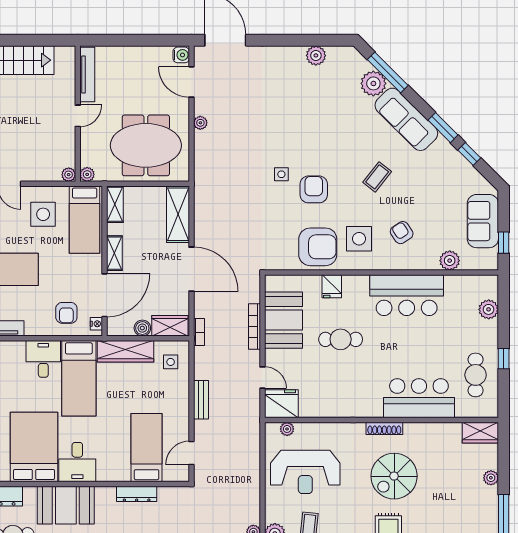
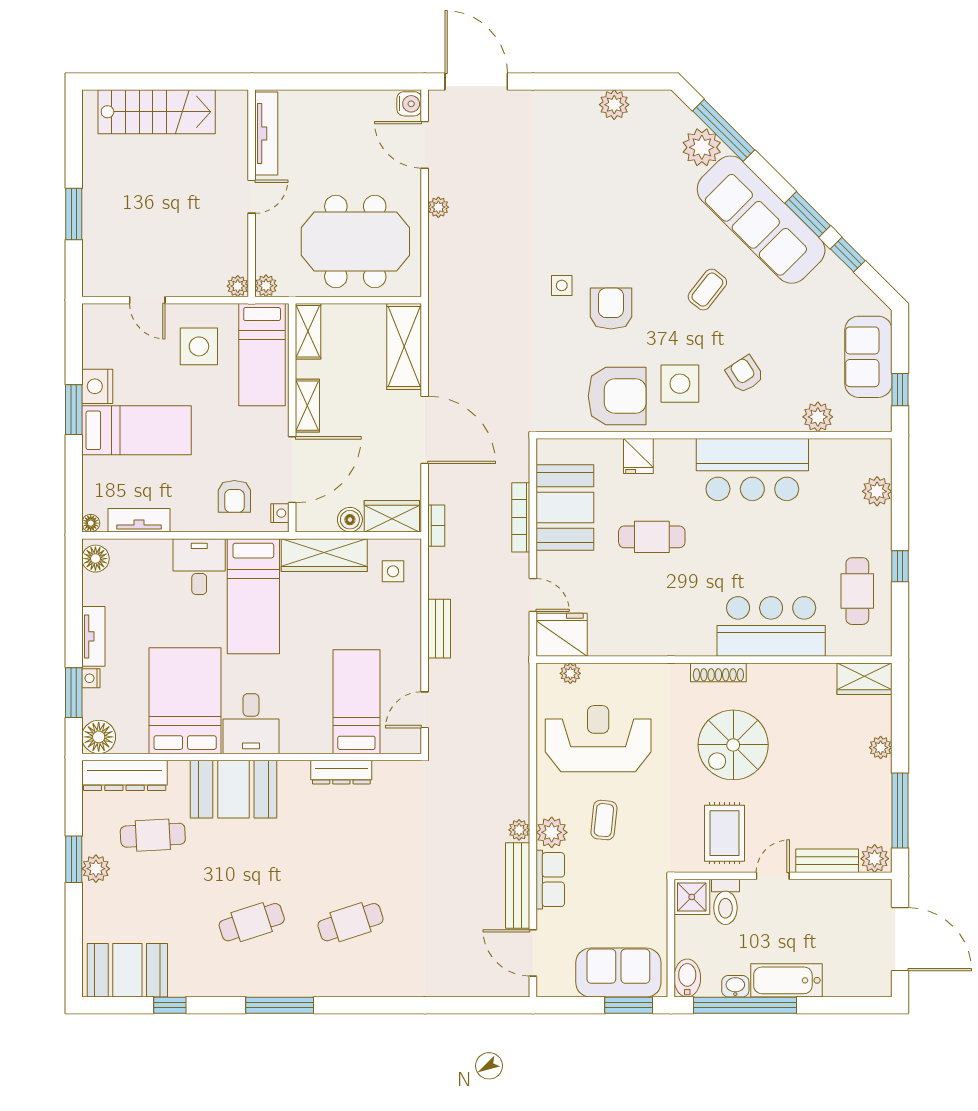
sofa: (406, 119) -> (761, 220), width x1.36, depth x1.27
reception desk: (305, 472) -> (598, 739), turned 180

